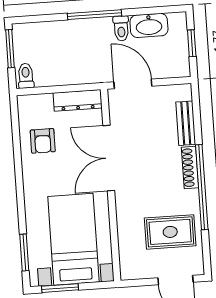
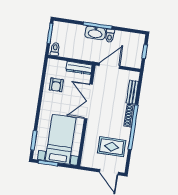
washbasin: (149, 25) -> (95, 33), moved
door: (133, 84) -> (109, 66), hinge flipped

